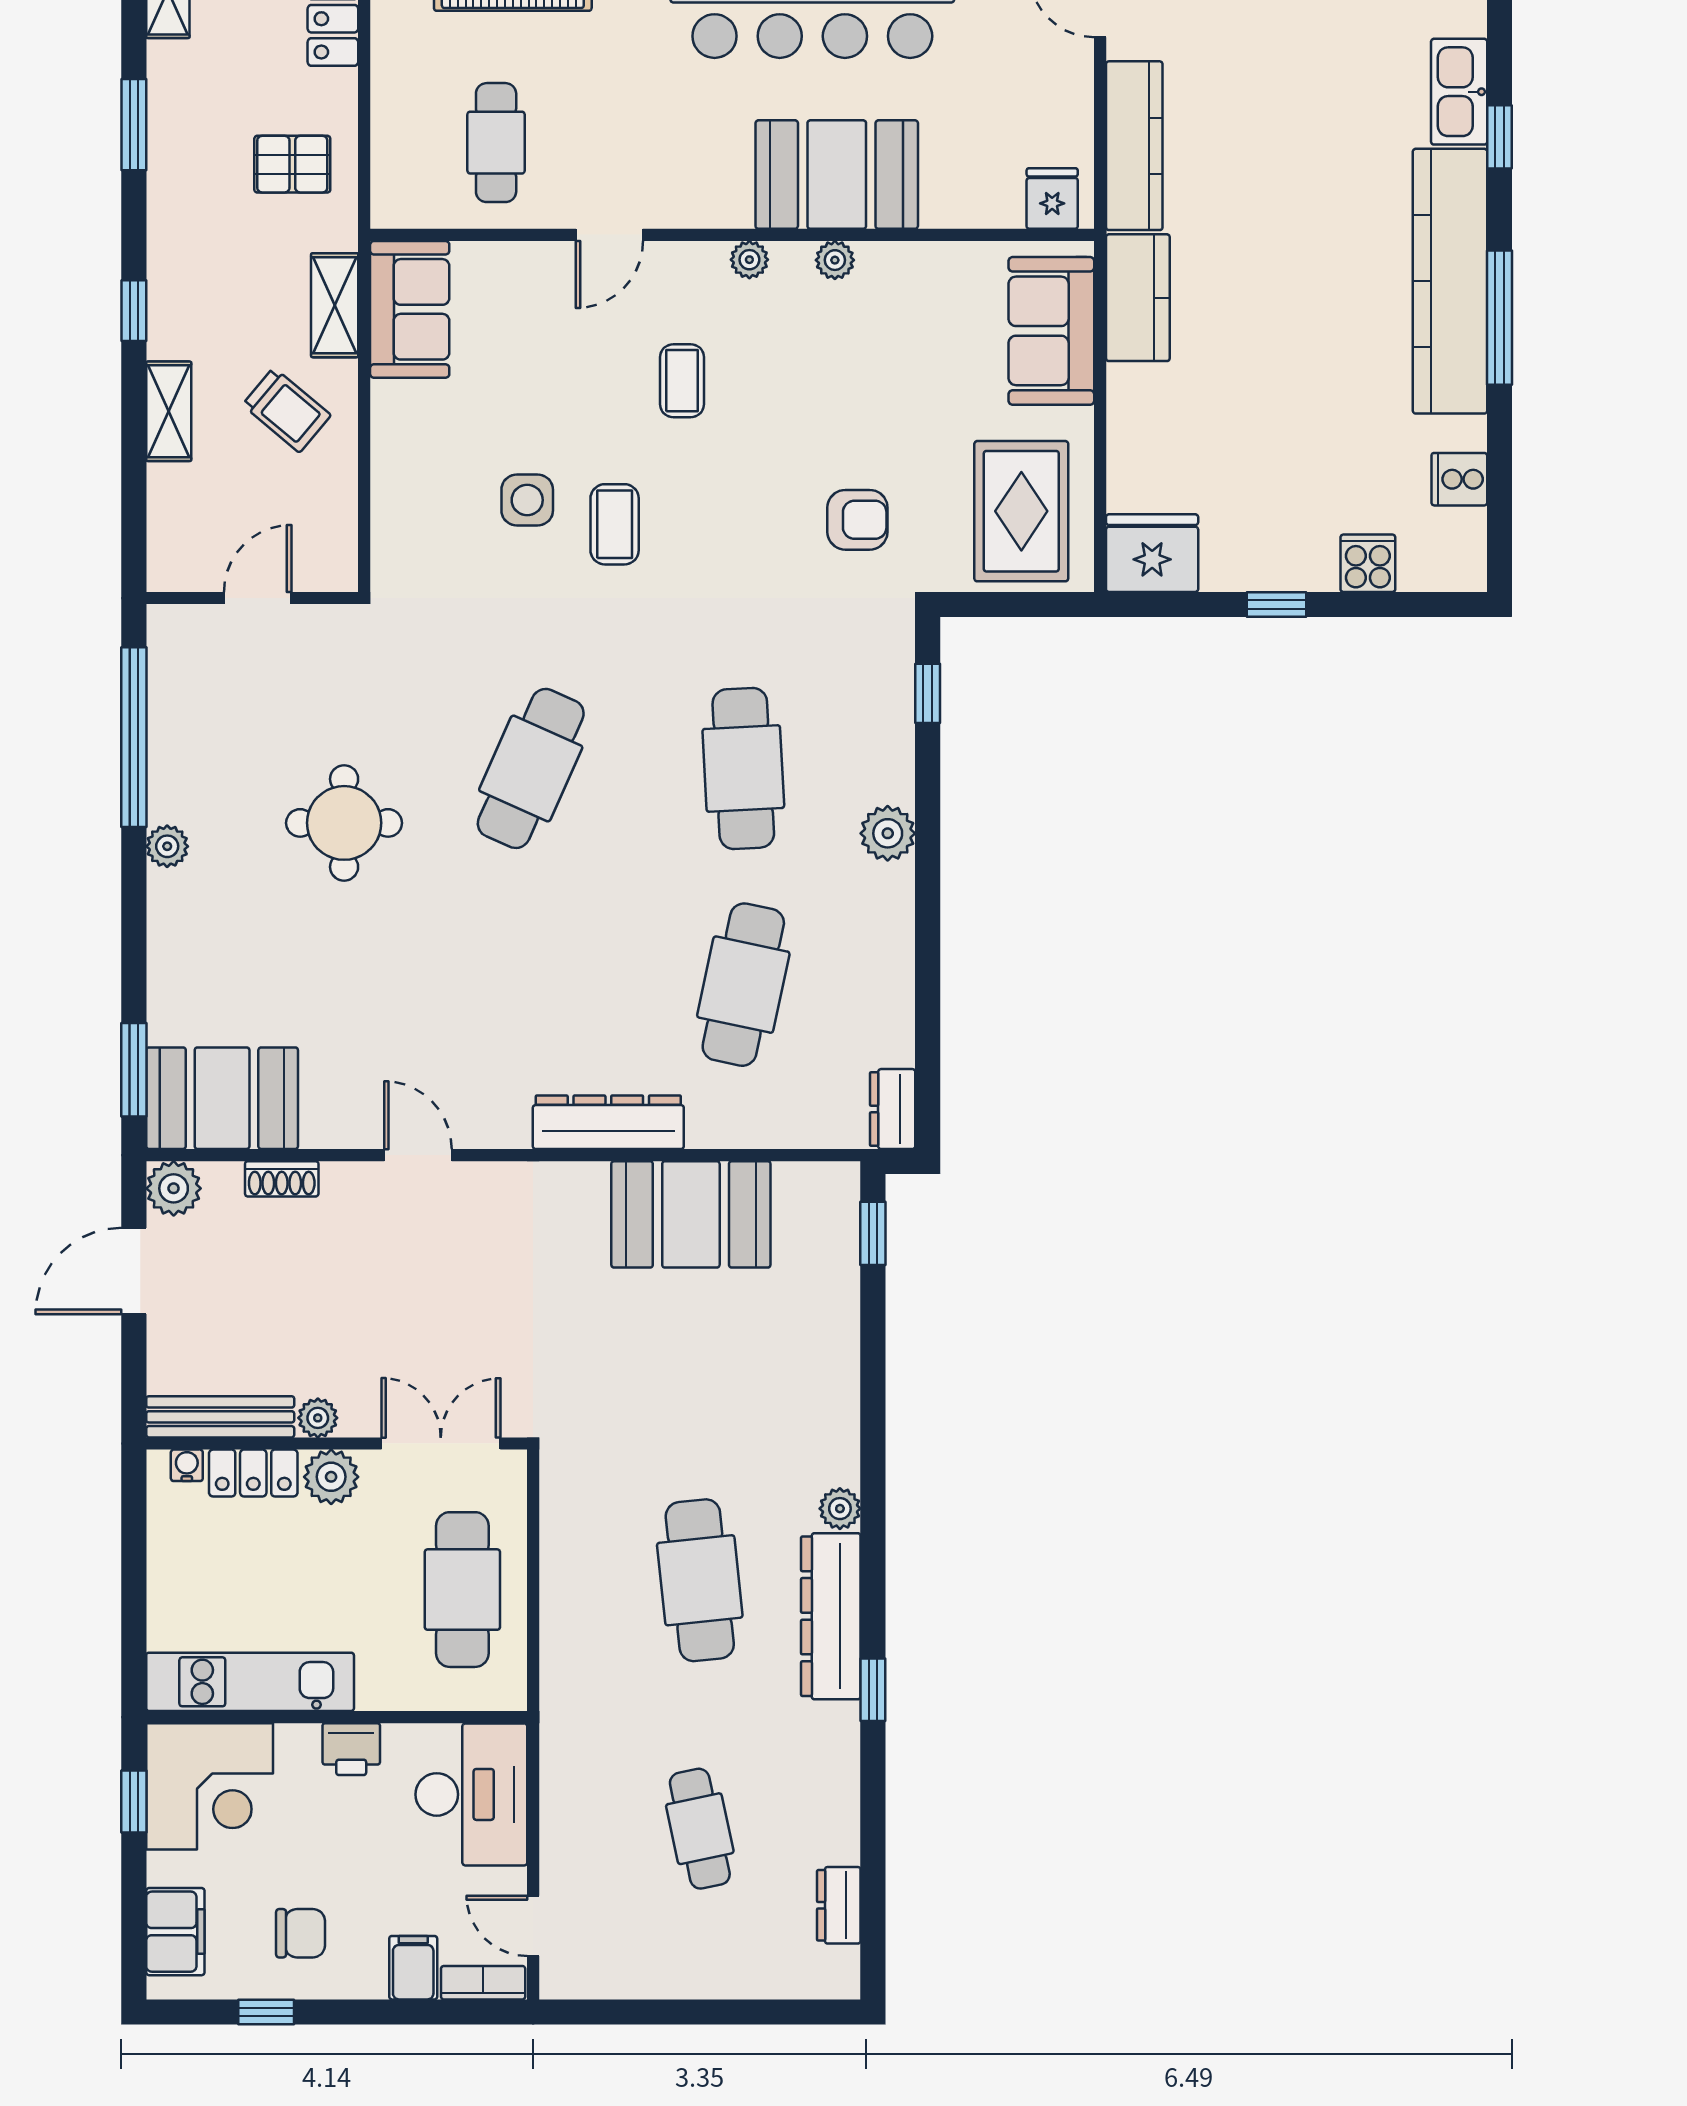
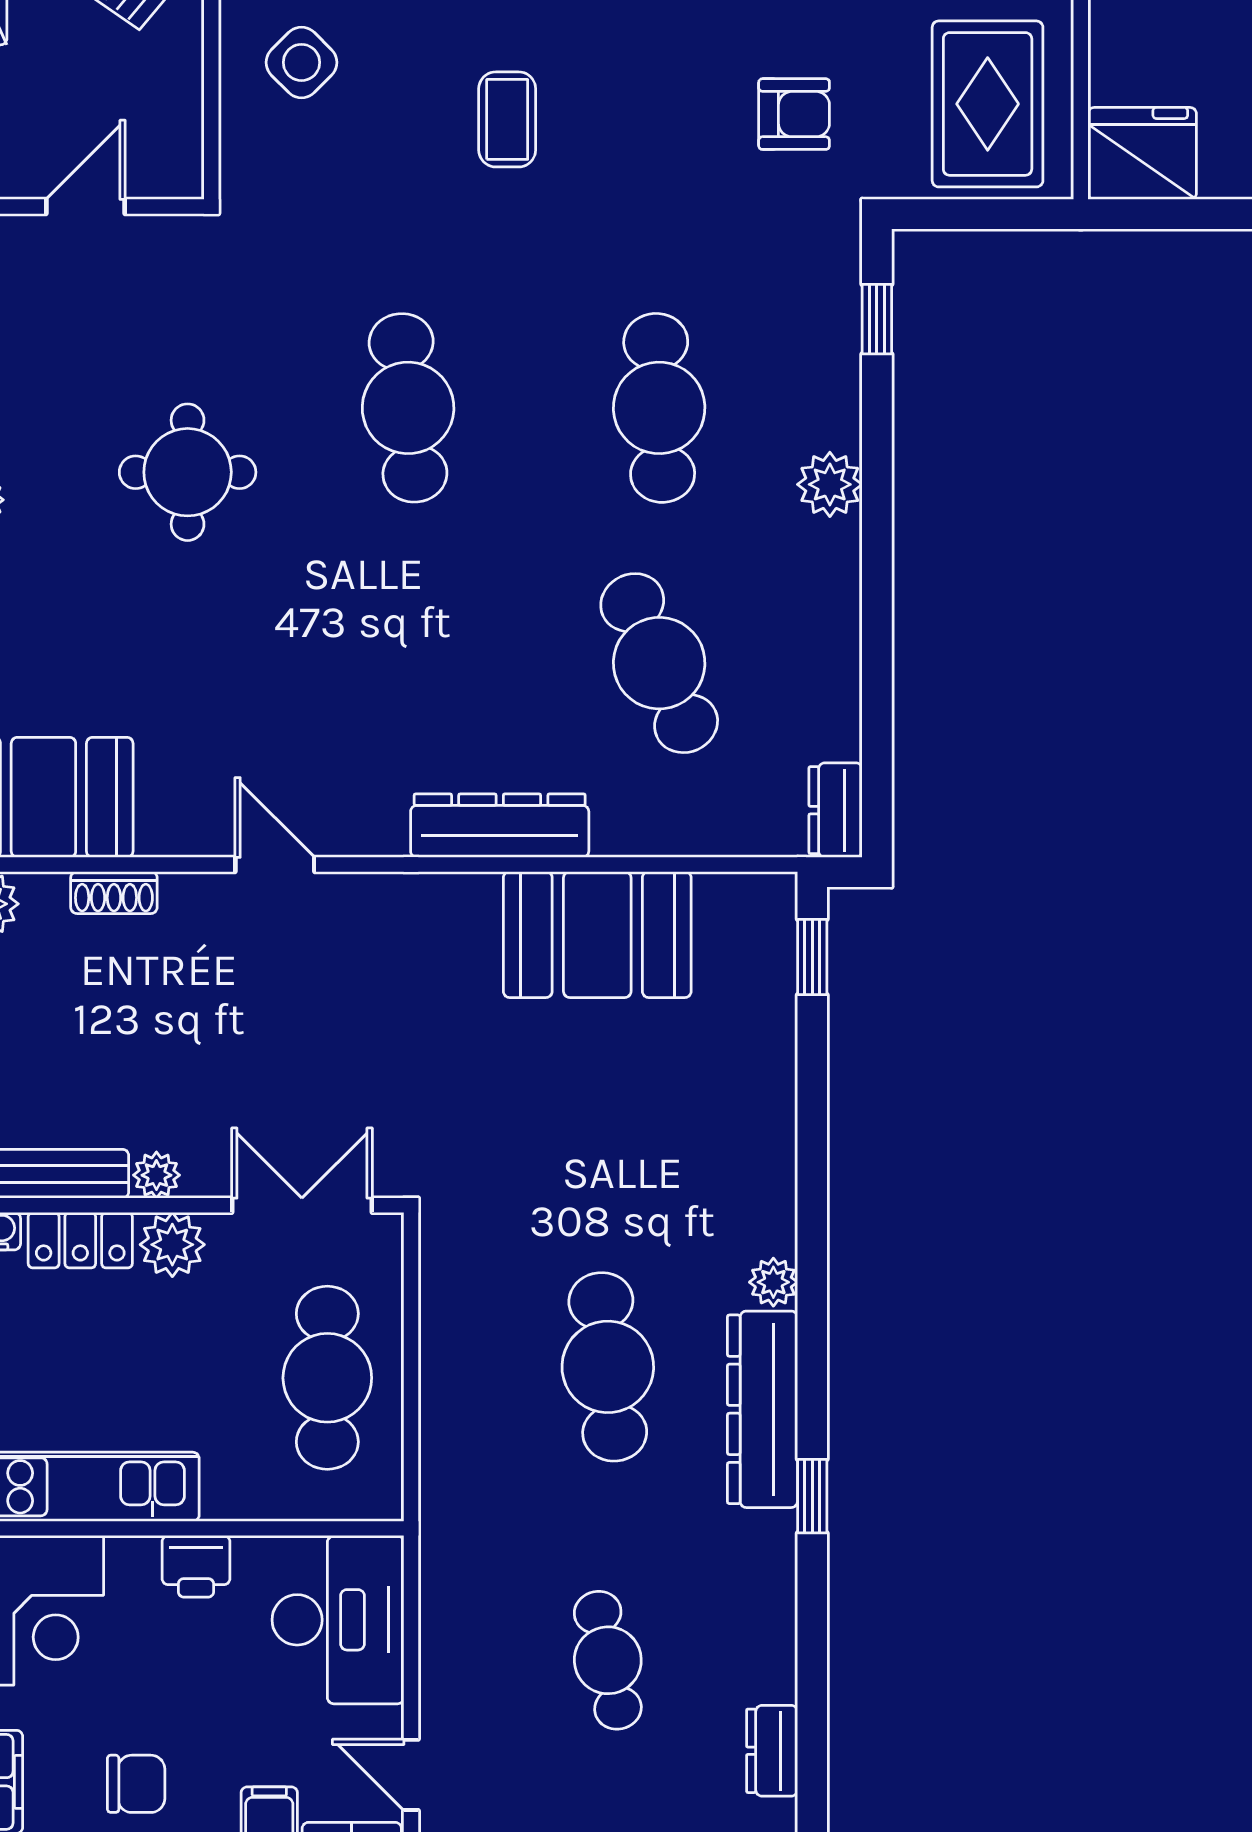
side table: (527, 500) -> (301, 62), moved, turned 45
cafe table: (531, 768) -> (408, 408), turned -30
cafe table: (743, 985) -> (659, 663), turned -36

